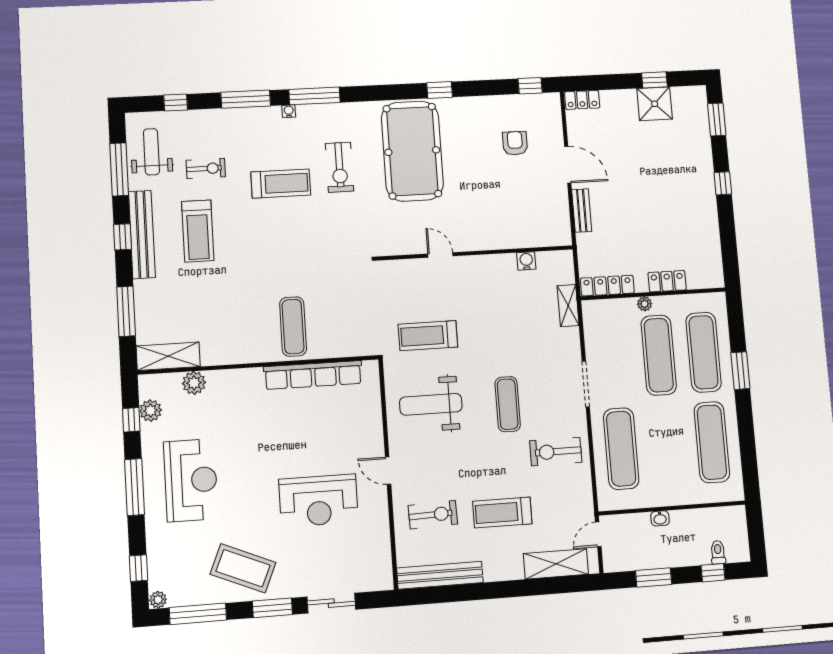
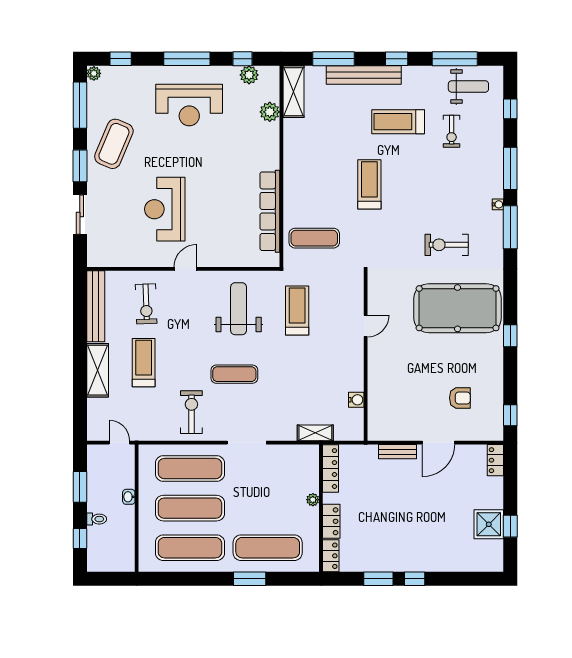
window: (717, 119) -> (378, 579), moved
treadmill: (281, 184) -> (369, 184), moved, turned 180
bench: (142, 235) -> (364, 75), moved
locker: (706, 279) -> (331, 556), added
exercise mat: (293, 327) -> (314, 238), moved
exercise mat: (659, 355) -> (190, 508), moved
toilet: (718, 552) -> (97, 519), moved
shelving: (556, 564) -> (98, 370), moved

